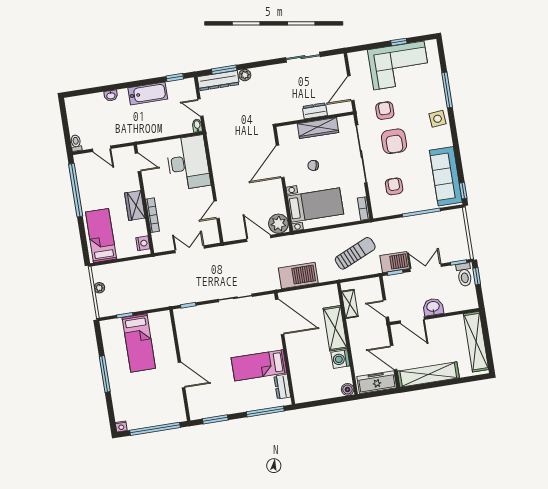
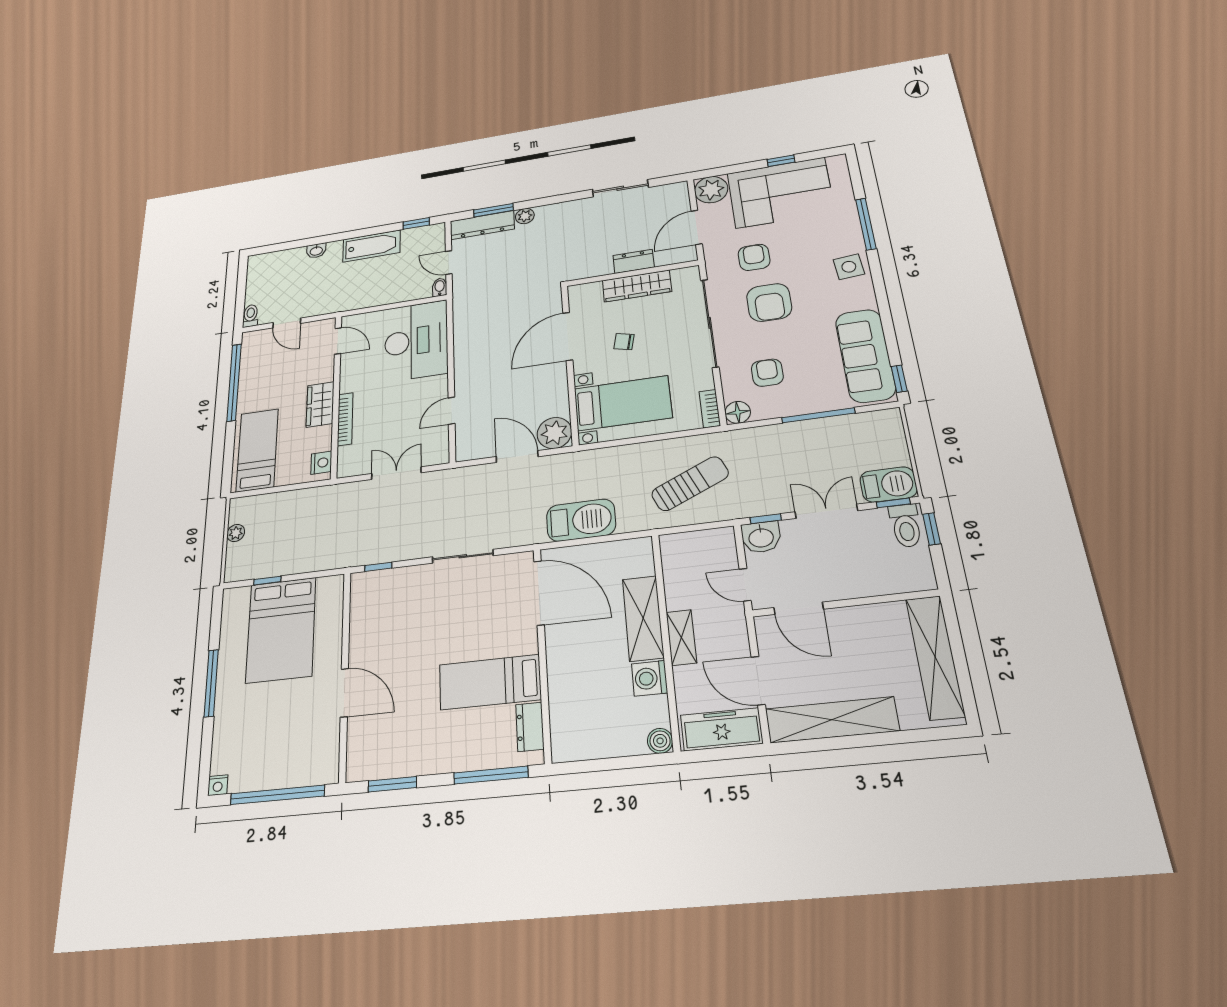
plant: (358, 61) -> (711, 190), added
floor lamp: (379, 211) -> (738, 412), added
barbecue: (395, 262) -> (888, 484), moved
shelving: (350, 304) -> (681, 637), moved
washbasin: (433, 307) -> (761, 537), moved, turned 180
bed: (139, 343) -> (281, 630), width x1.50

